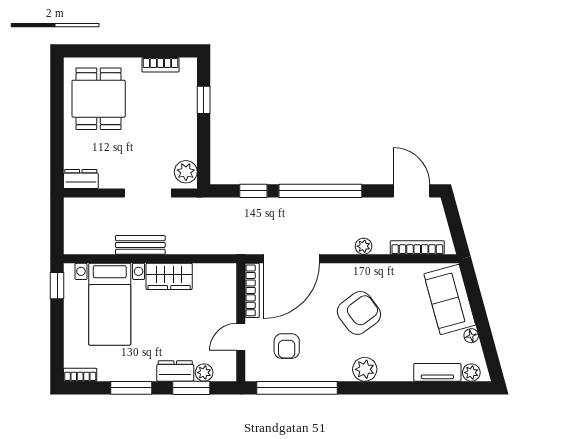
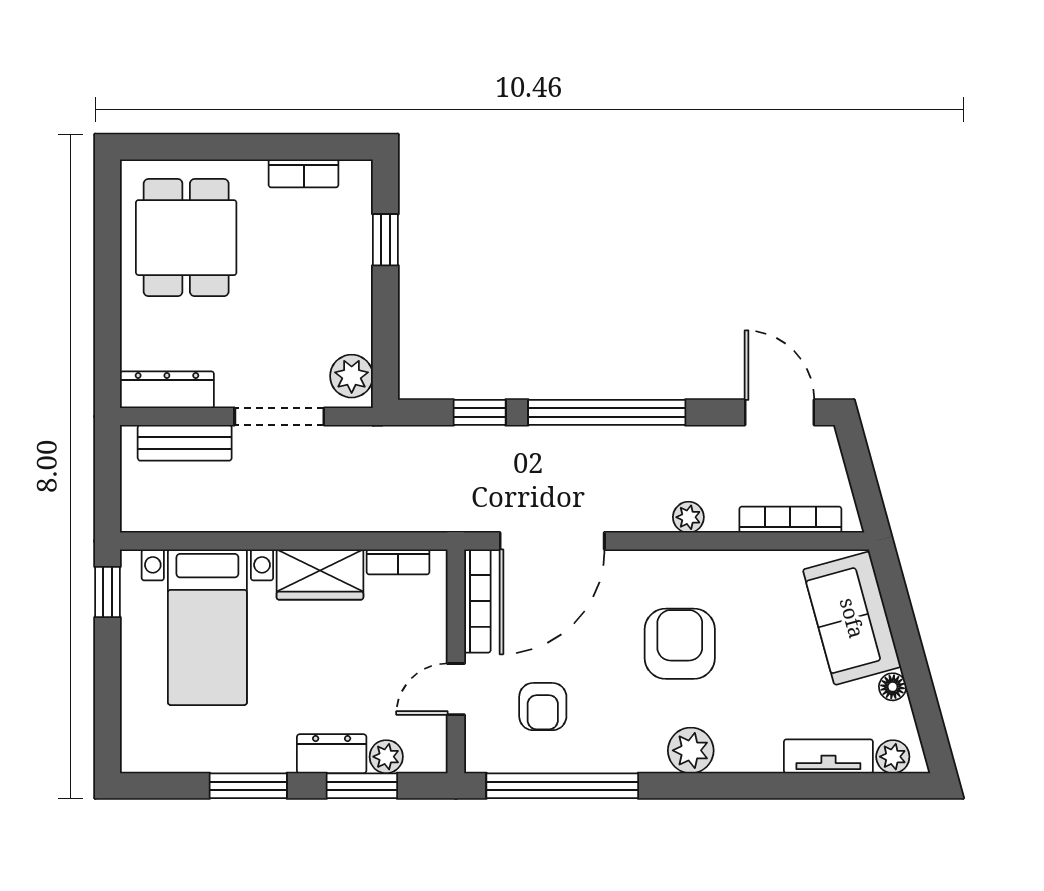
dresser: (81, 179) -> (167, 390), width x1.44
bench: (140, 245) -> (185, 443), moved
armchair: (359, 313) -> (680, 644), turned -53
bookcase: (80, 375) -> (398, 562), moved, turned 180

